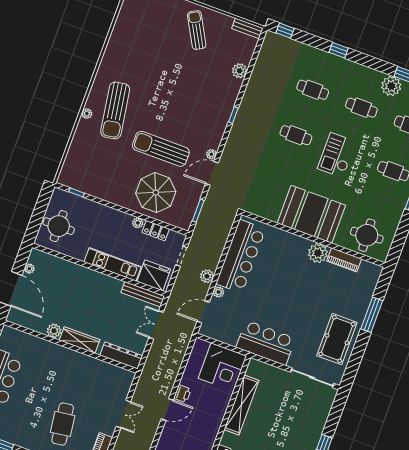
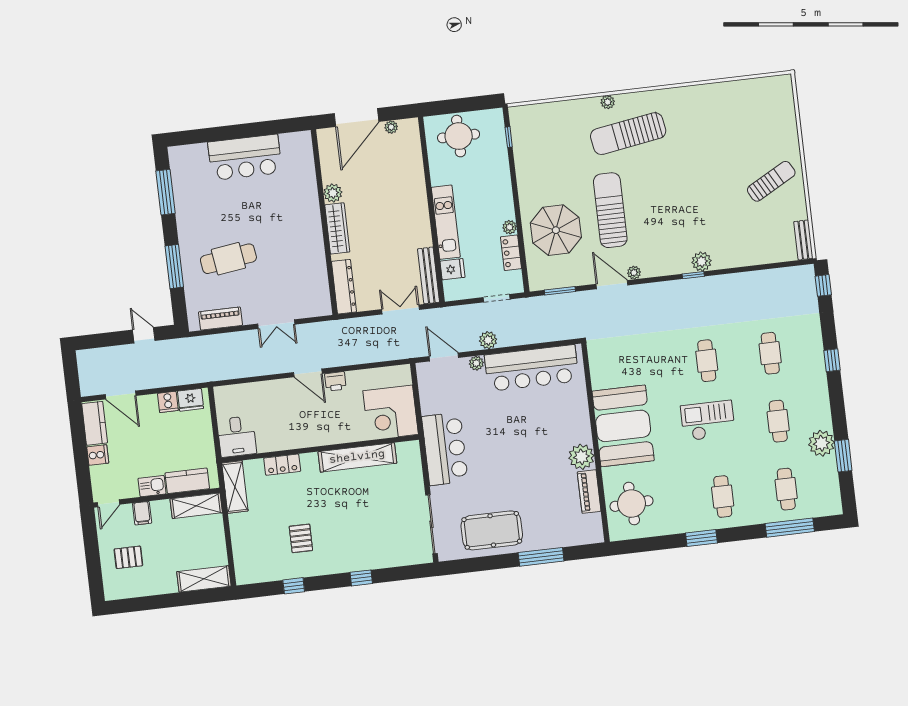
plant: (240, 71) -> (702, 262), moved
fridge: (154, 275) -> (453, 269), width x0.53, depth x0.75

